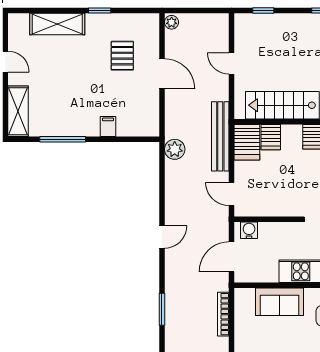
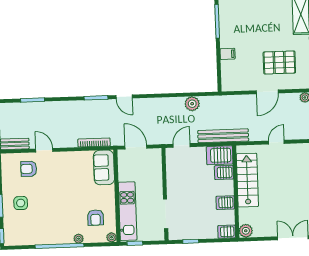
pallet: (122, 56) -> (279, 62), width x1.50, depth x1.42
plant: (175, 149) -> (192, 104), moved
water cooler: (249, 230) -> (156, 159), removed
door: (162, 237) -> (124, 97), moved
sofa: (280, 302) -> (104, 167), moved

